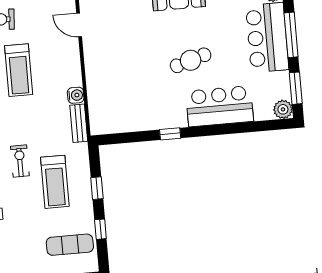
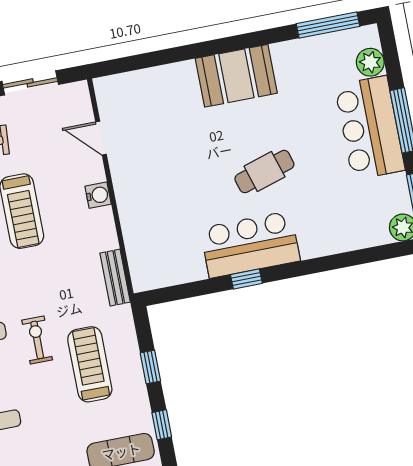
water cooler: (76, 95) -> (98, 195), moved
bar counter: (220, 106) -> (250, 245), moved
treadmill: (55, 182) -> (90, 364), turned 180

